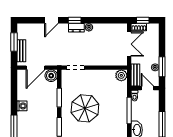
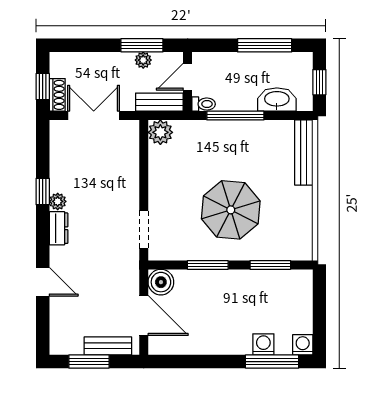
window: (75, 20) -> (43, 191), moved
washing machine: (22, 106) -> (263, 344), moved

